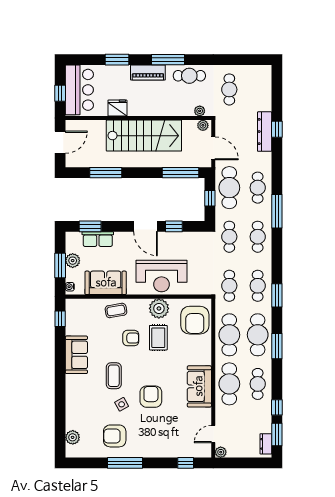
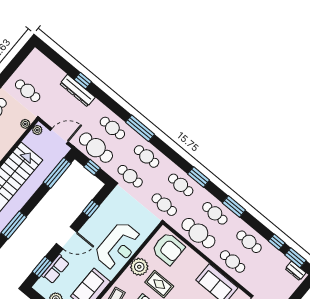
door: (145, 226) -> (67, 238), moved
cafe table: (258, 335) -> (215, 213), width x0.73, depth x0.74
cafe table: (229, 384) -> (233, 262), width x0.73, depth x0.74

